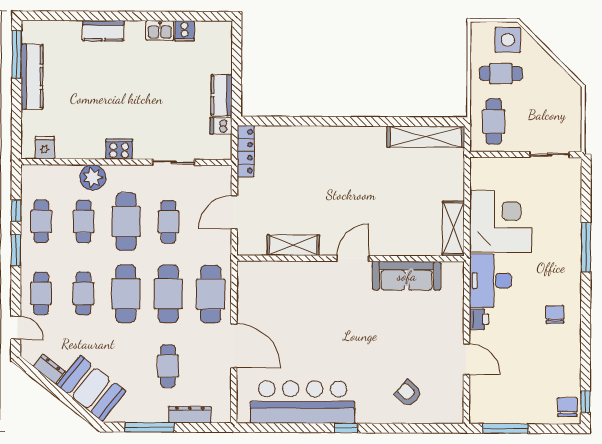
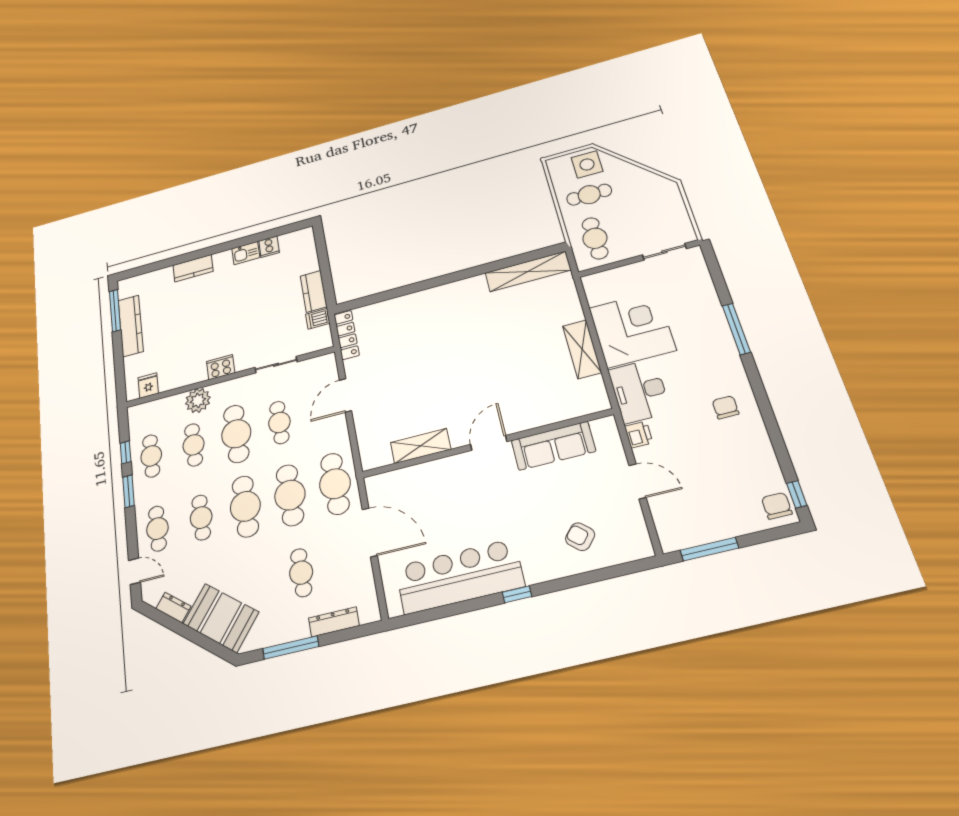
shelving: (293, 245) -> (421, 446), moved
wall: (350, 258) -> (486, 444), moved
door: (353, 258) -> (489, 443), moved
sofa: (407, 276) -> (553, 446), moved

